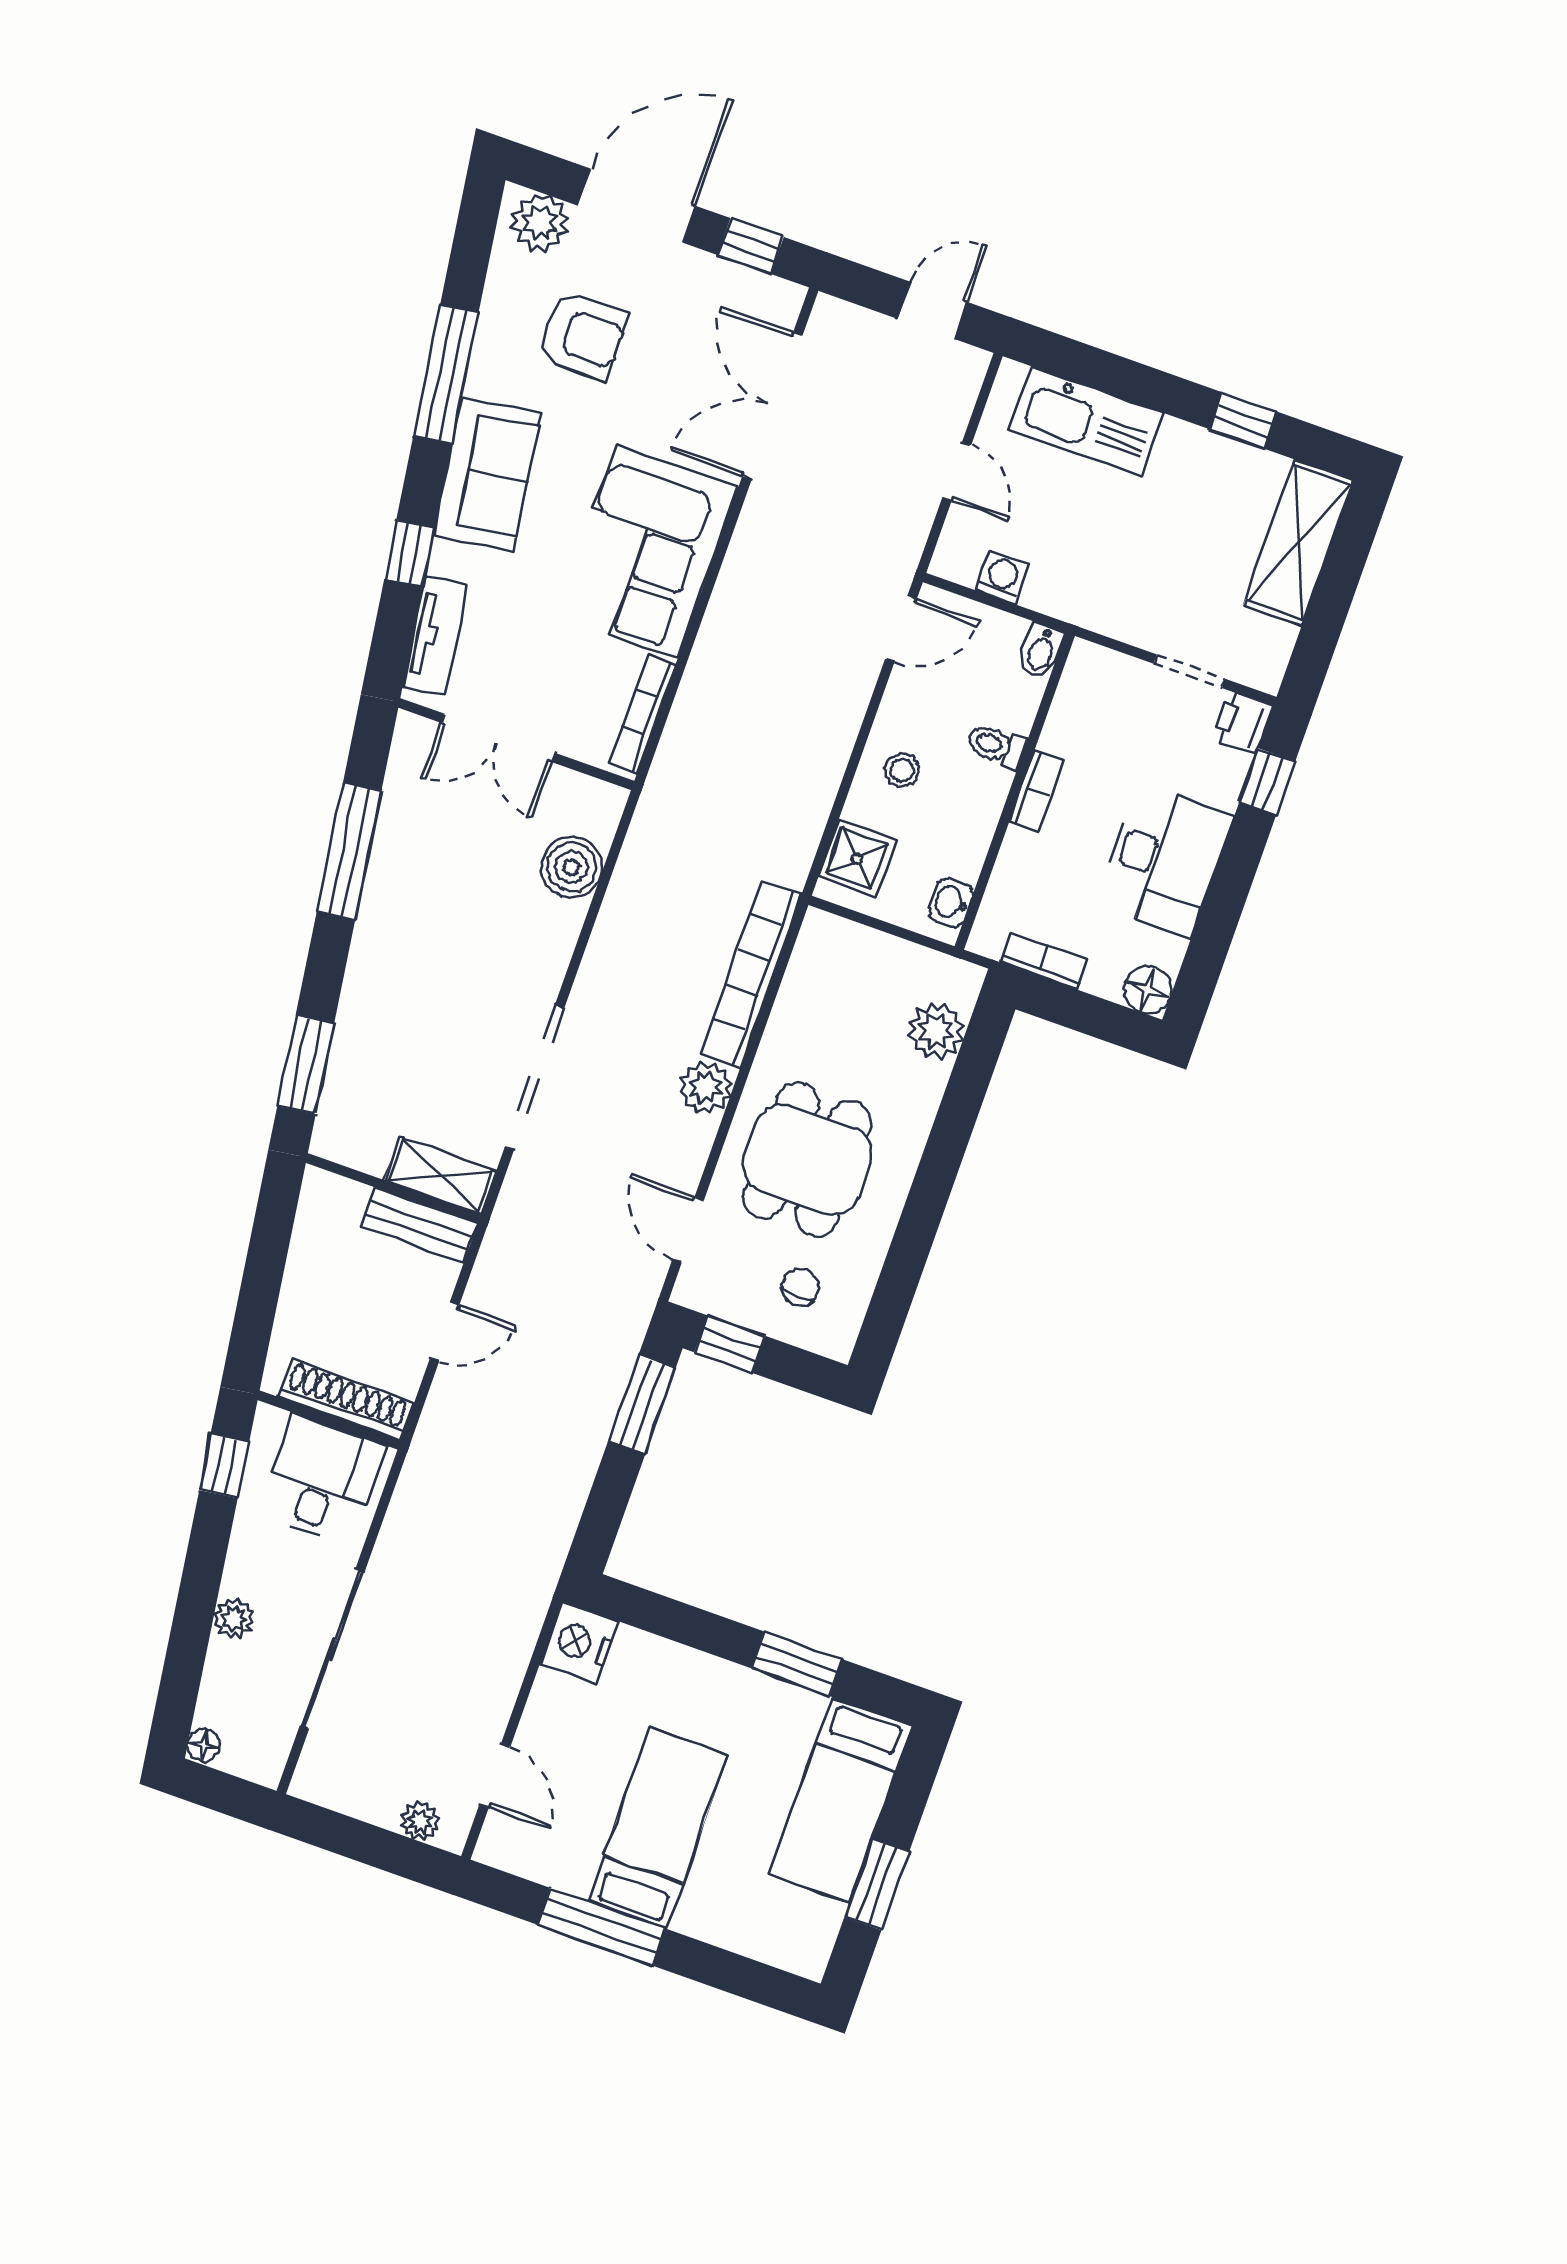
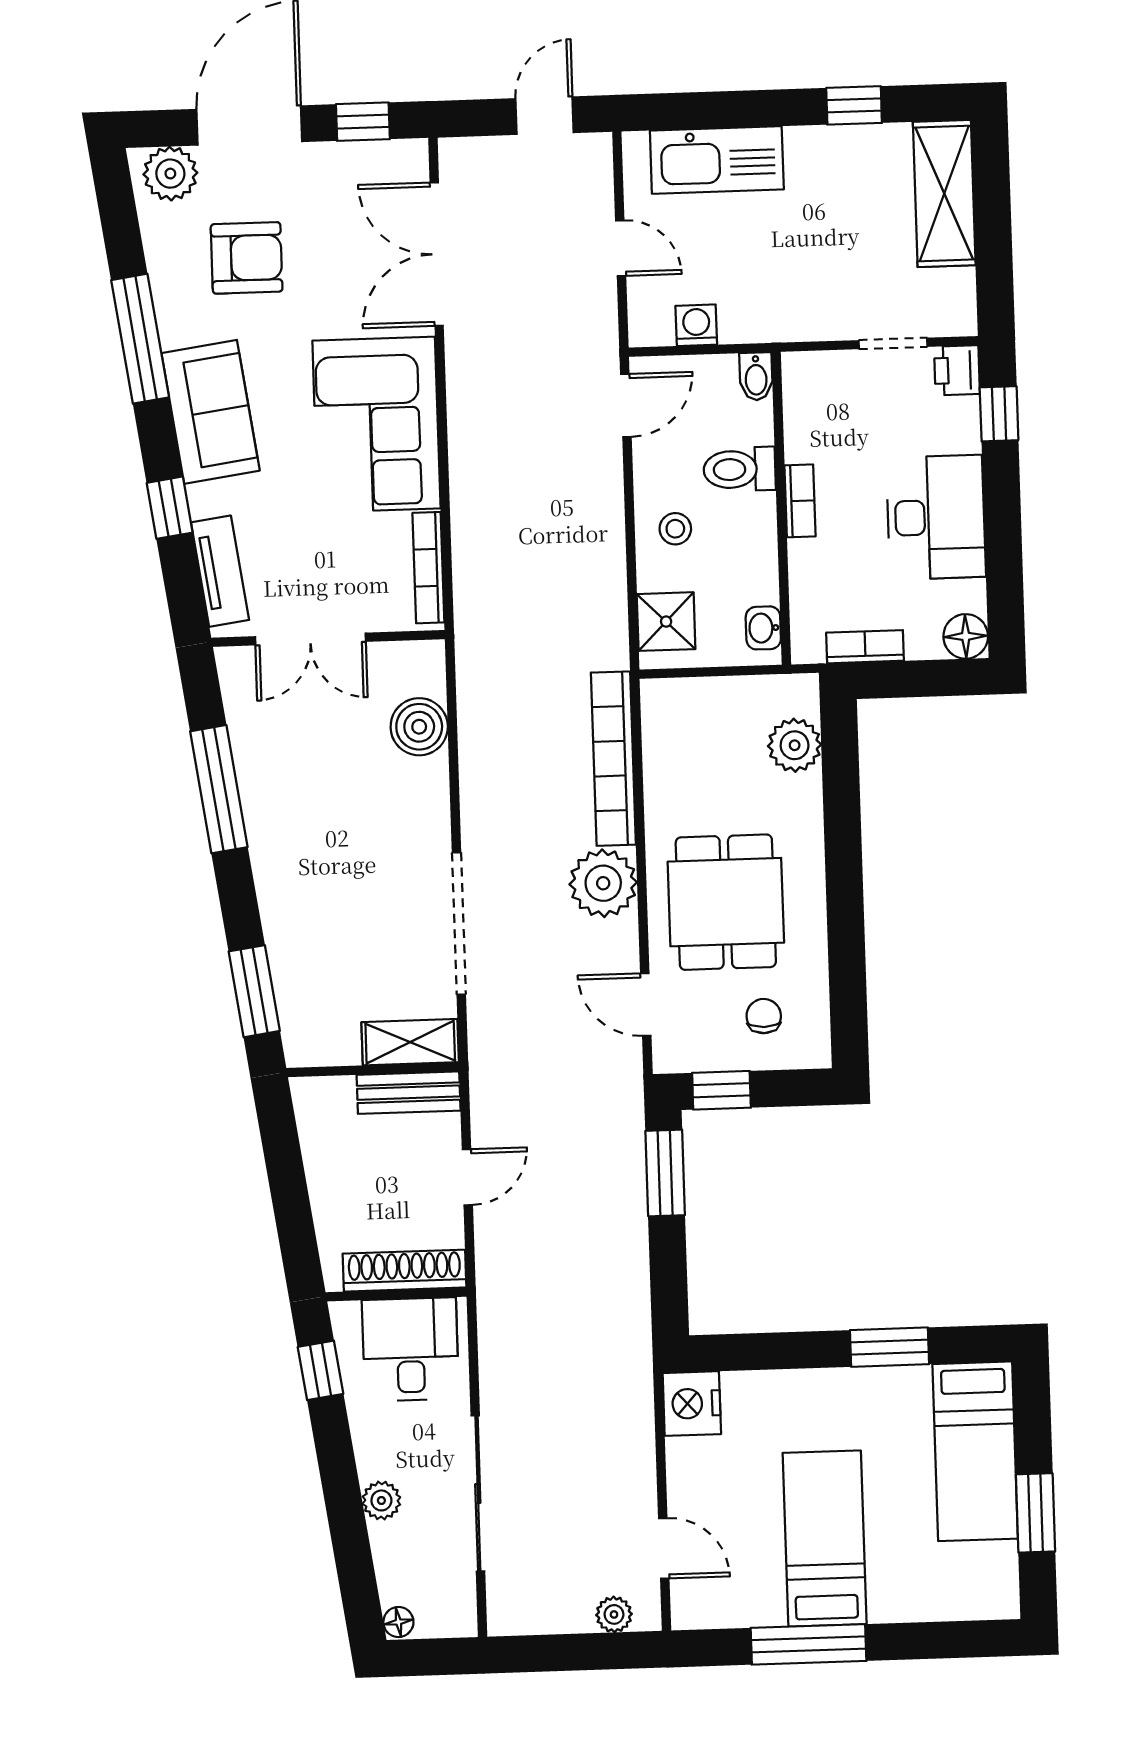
toilet: (997, 746) -> (740, 469), width x1.37, depth x1.39
plant: (705, 1087) -> (603, 883), width x1.36, depth x1.36

